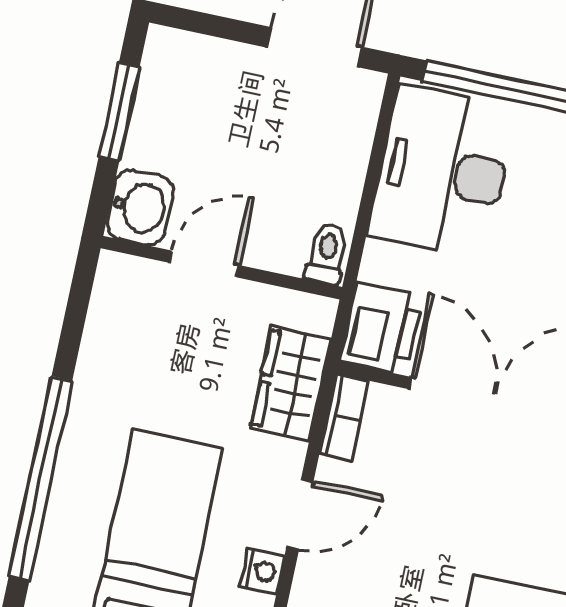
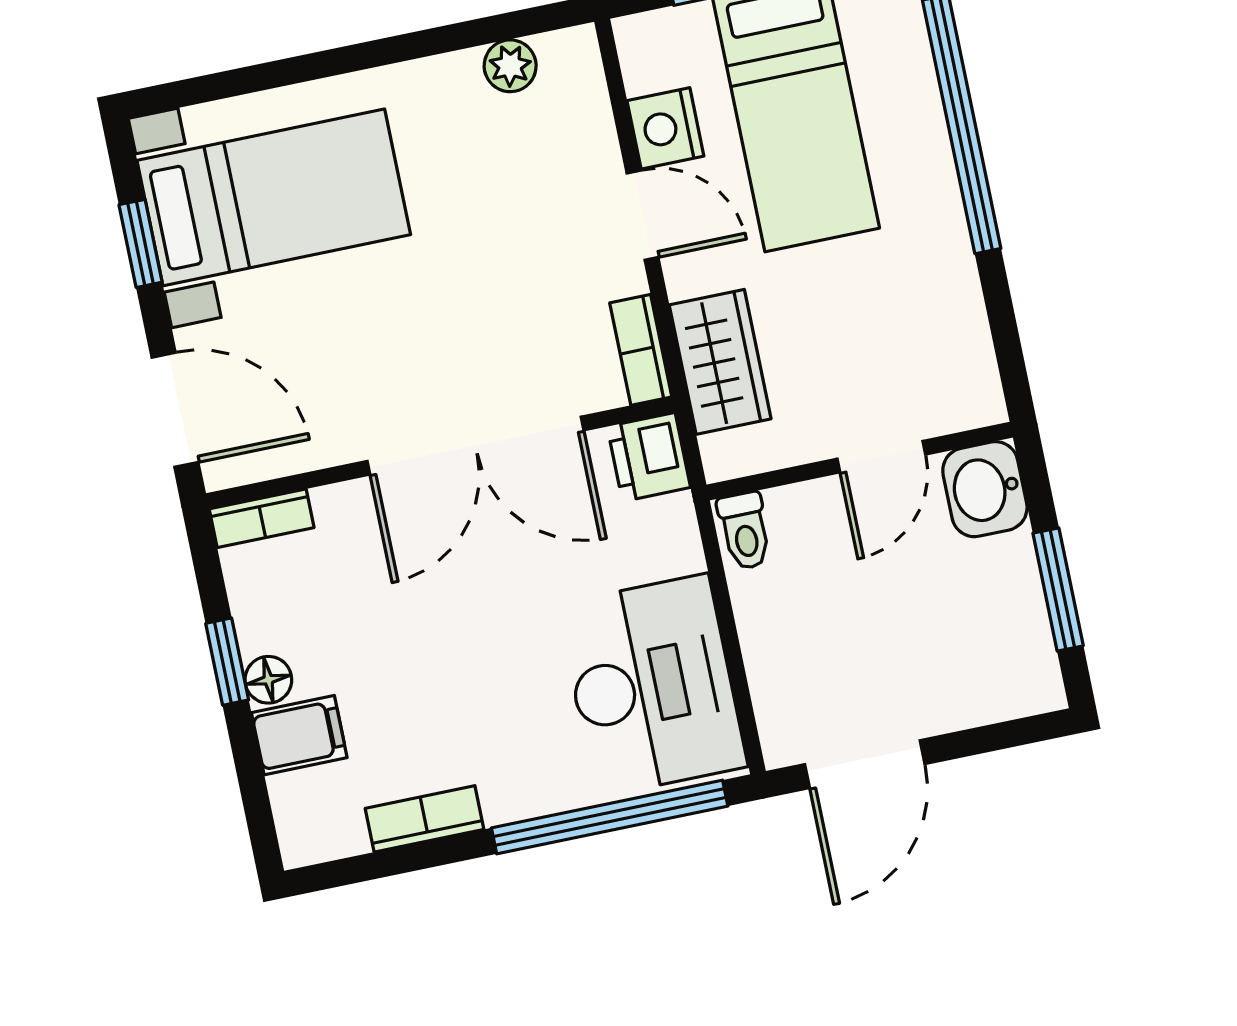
printer: (381, 328) -> (649, 457), width x0.73, depth x0.81
door: (300, 514) -> (642, 215), swing flipped
nightstand: (262, 571) -> (665, 128), width x1.39, depth x1.35

